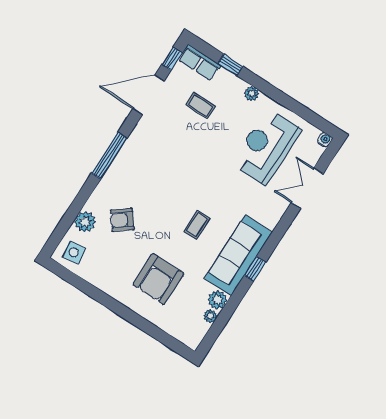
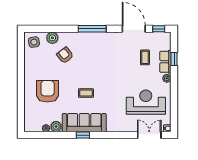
row of seats: (200, 63) -> (165, 62), moved
double door: (307, 188) -> (149, 135), moved
armchair: (158, 279) -> (48, 91), turned 90

